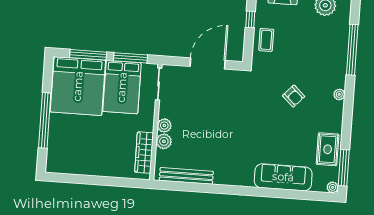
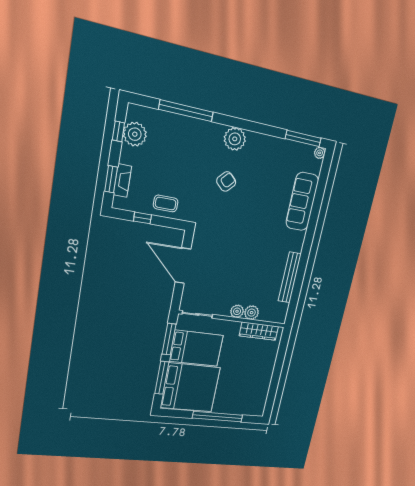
plant: (339, 94) -> (235, 139), width x1.88, depth x1.88
rug: (328, 149) -> (283, 153), removed
bench: (186, 176) -> (290, 277), moved

